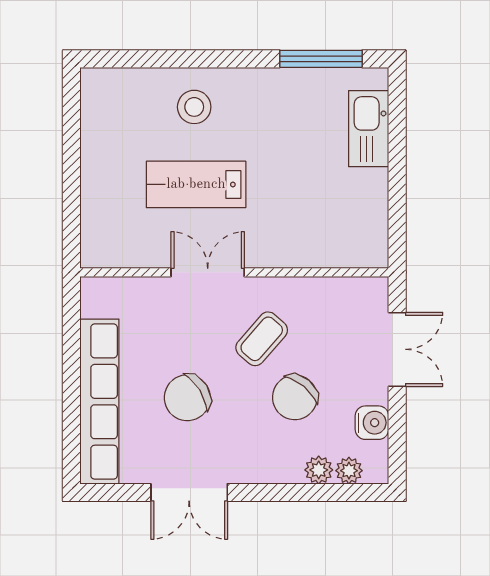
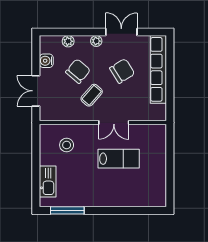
stool: (194, 107) -> (67, 145), moved
plant: (349, 471) -> (96, 41), moved

